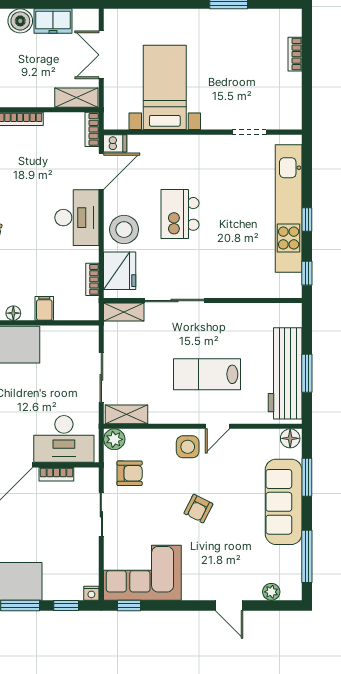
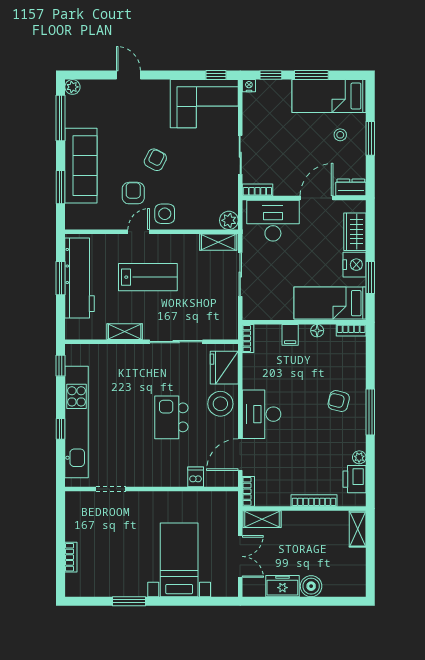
bed with nightstands: (165, 87) -> (179, 560), moved, turned 180
dishwasher: (115, 143) -> (196, 477), moved, turned 90
kitchen island: (180, 214) -> (171, 417), turned 180
window: (307, 220) -> (61, 429), moved
bookcase: (92, 279) -> (248, 339), moved
shelving: (124, 312) -> (125, 332), moved
floor lamp: (290, 438) -> (75, 221), removed
armchair: (130, 473) -> (133, 193), moved, turned 90
bookcase: (56, 474) -> (257, 190), moved
plant: (271, 592) -> (72, 87), moved

